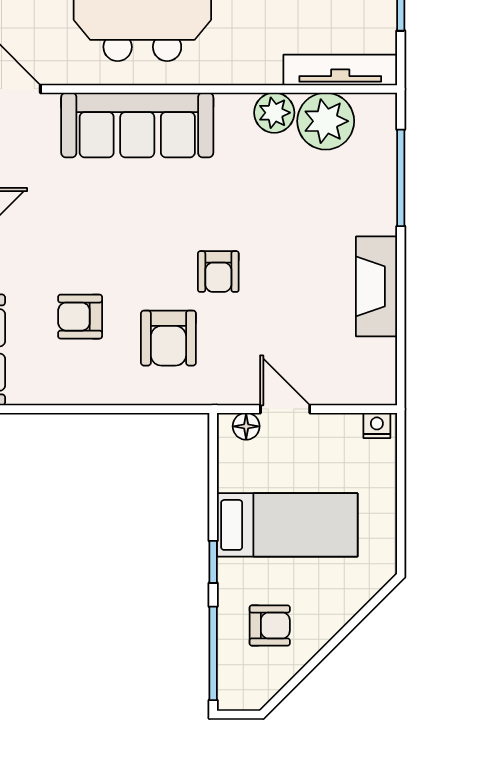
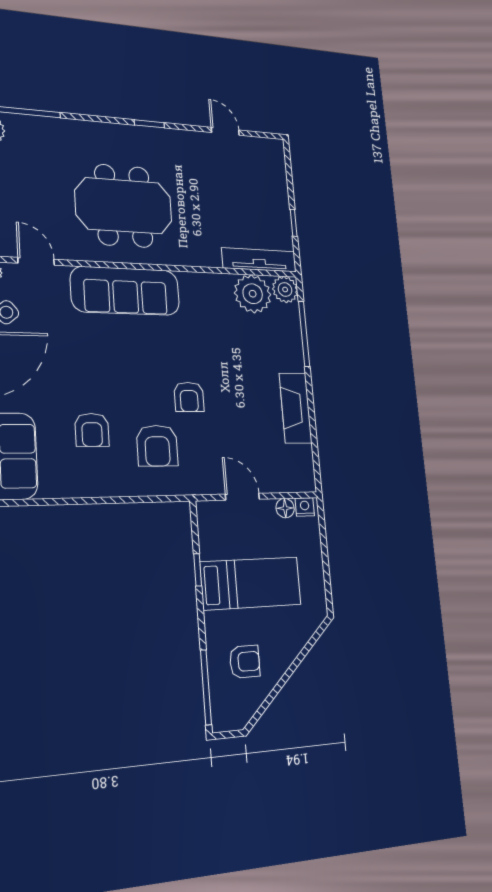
plant: (274, 113) -> (285, 290), moved
armchair: (80, 317) -> (92, 430), turned -90
floor lamp: (246, 426) -> (285, 508), moved
window: (213, 562) -> (198, 570), moved

